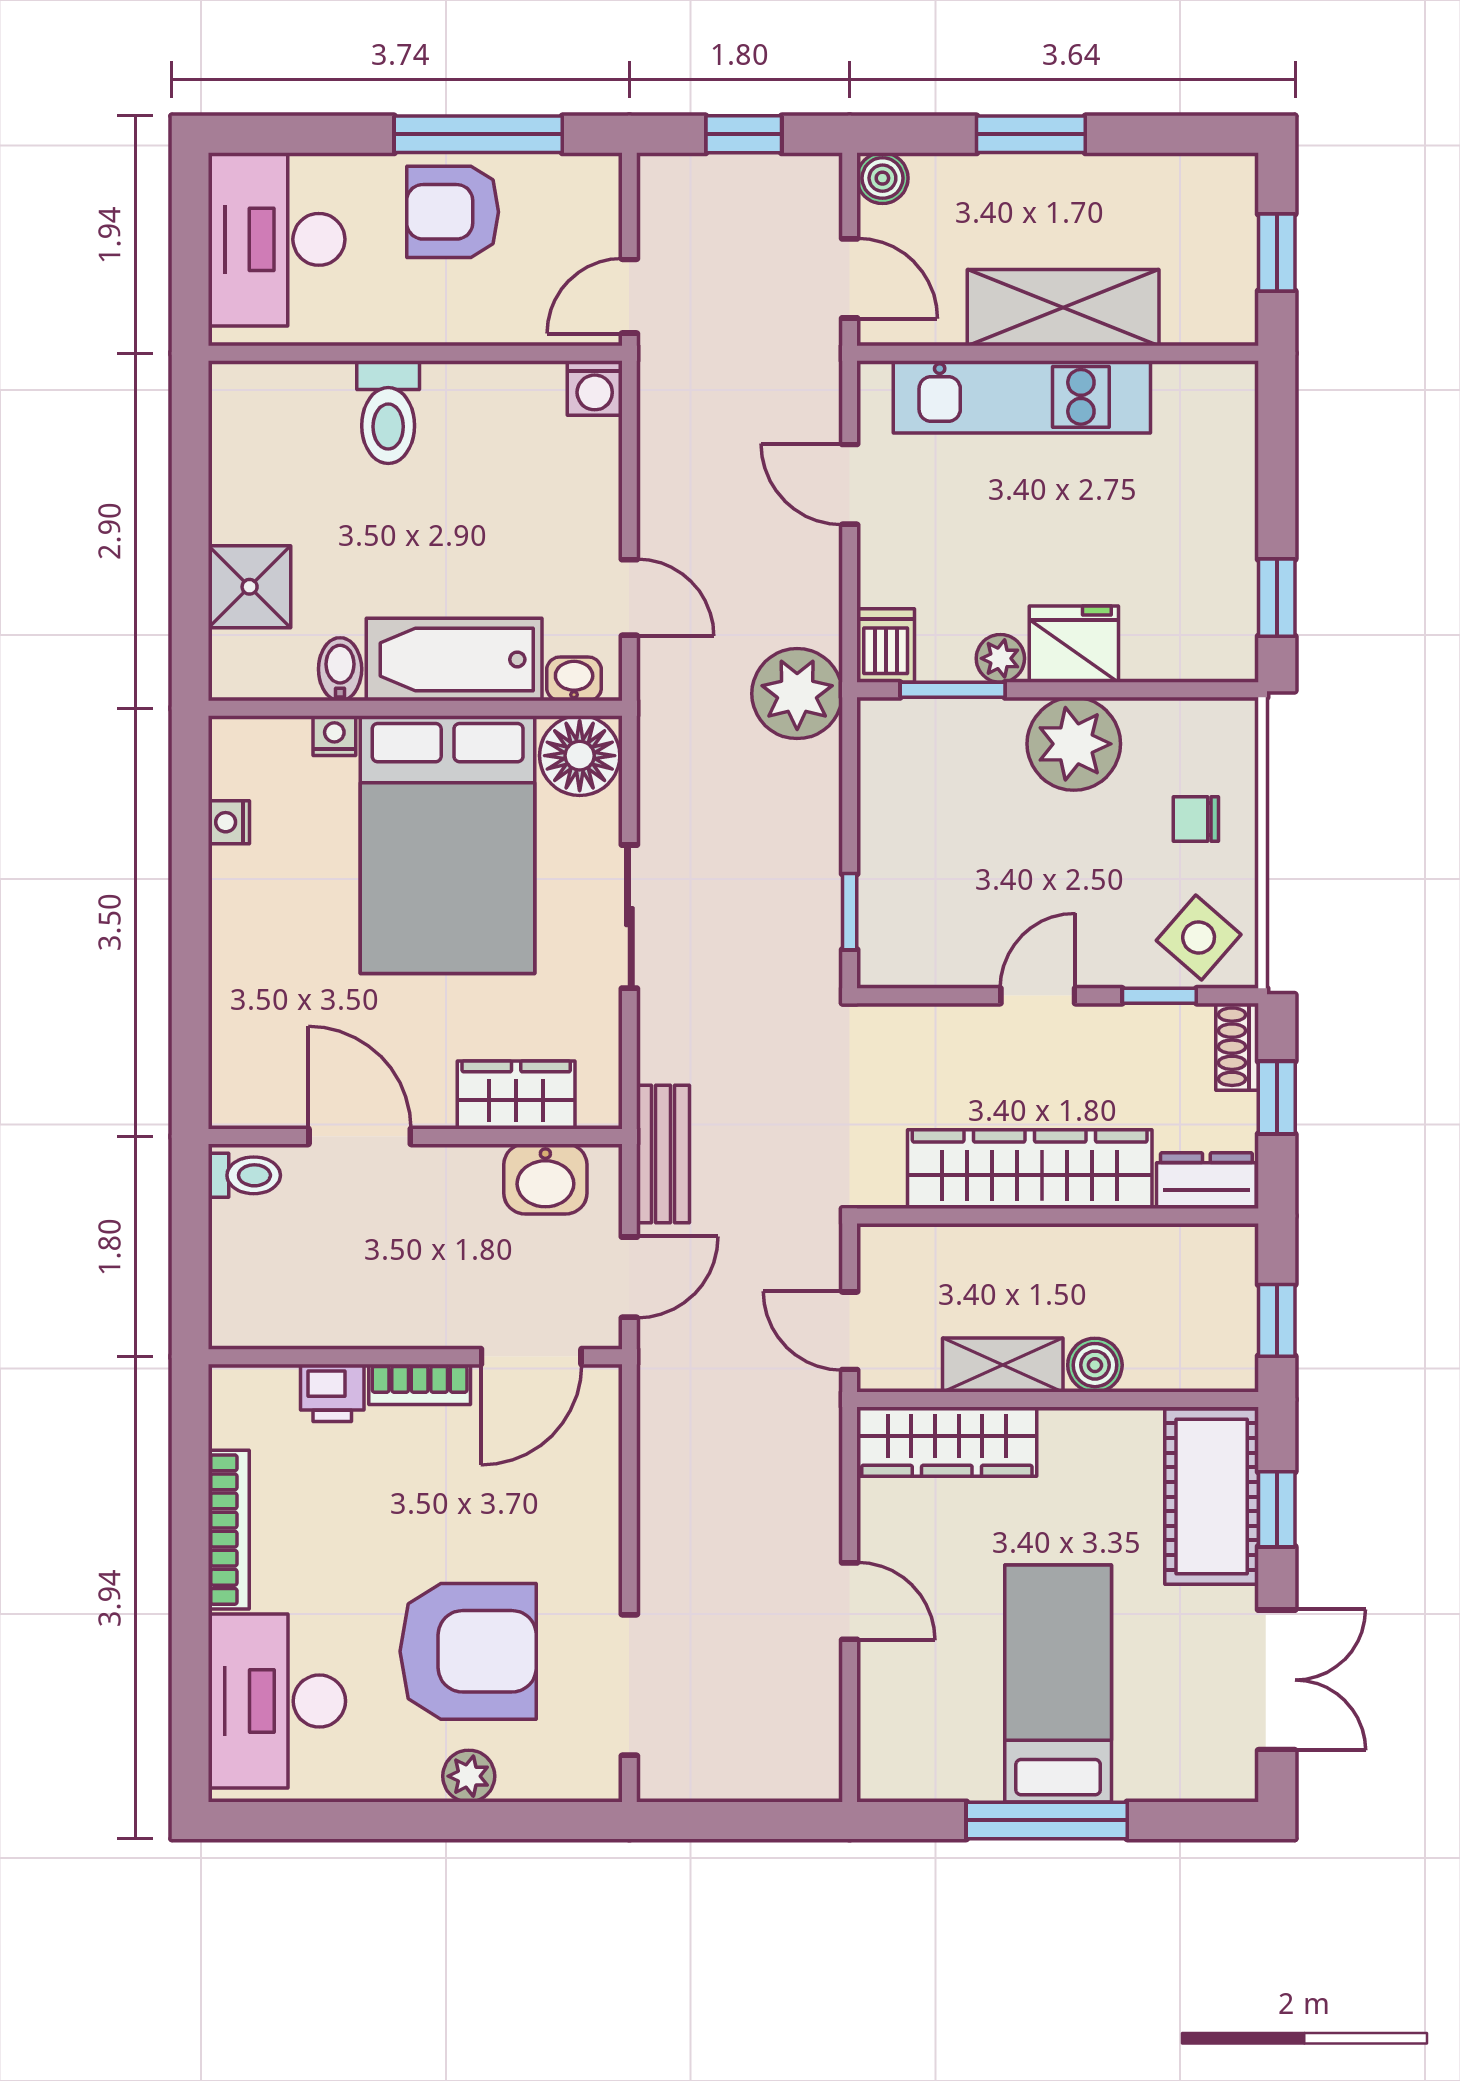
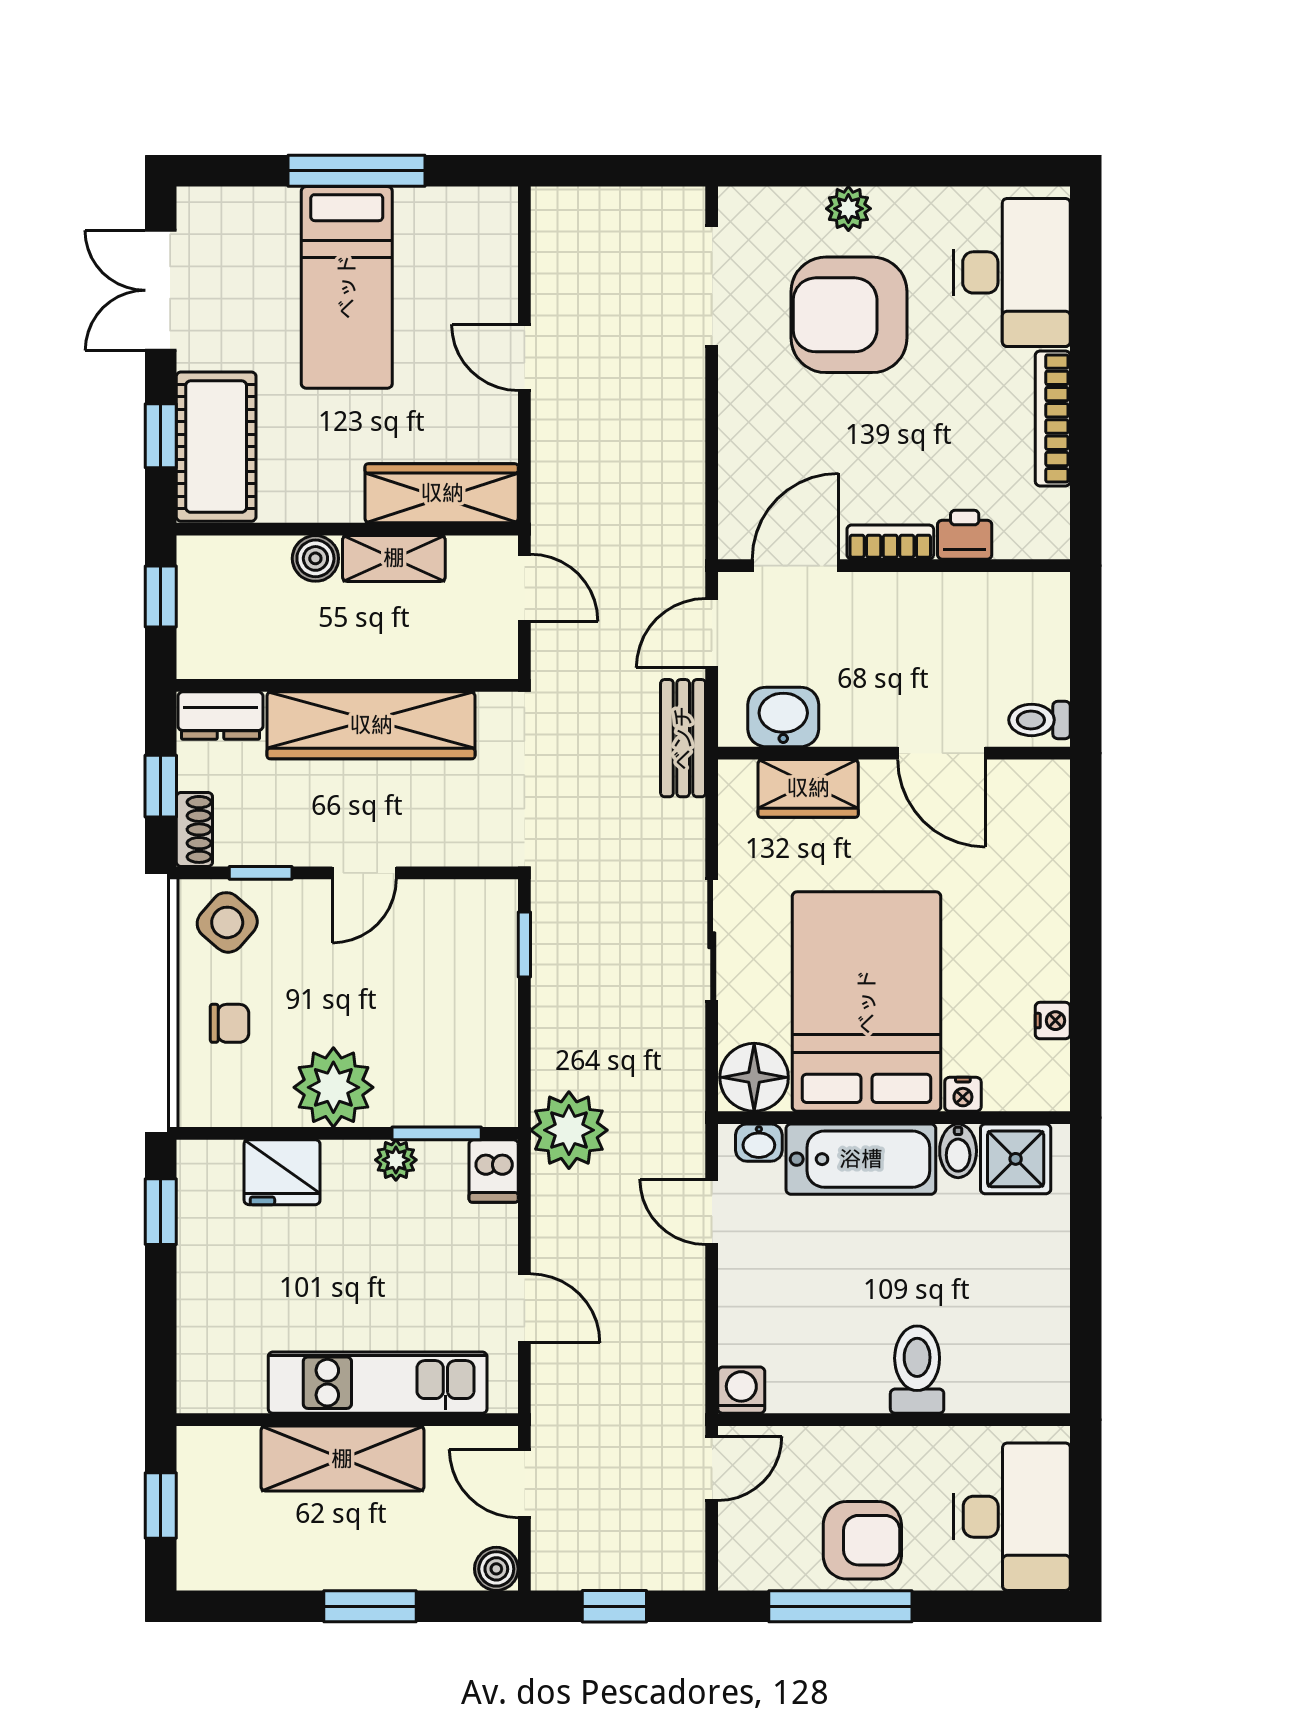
shower: (250, 587) -> (1016, 1159), moved
fridge: (1074, 644) -> (282, 1172), moved

